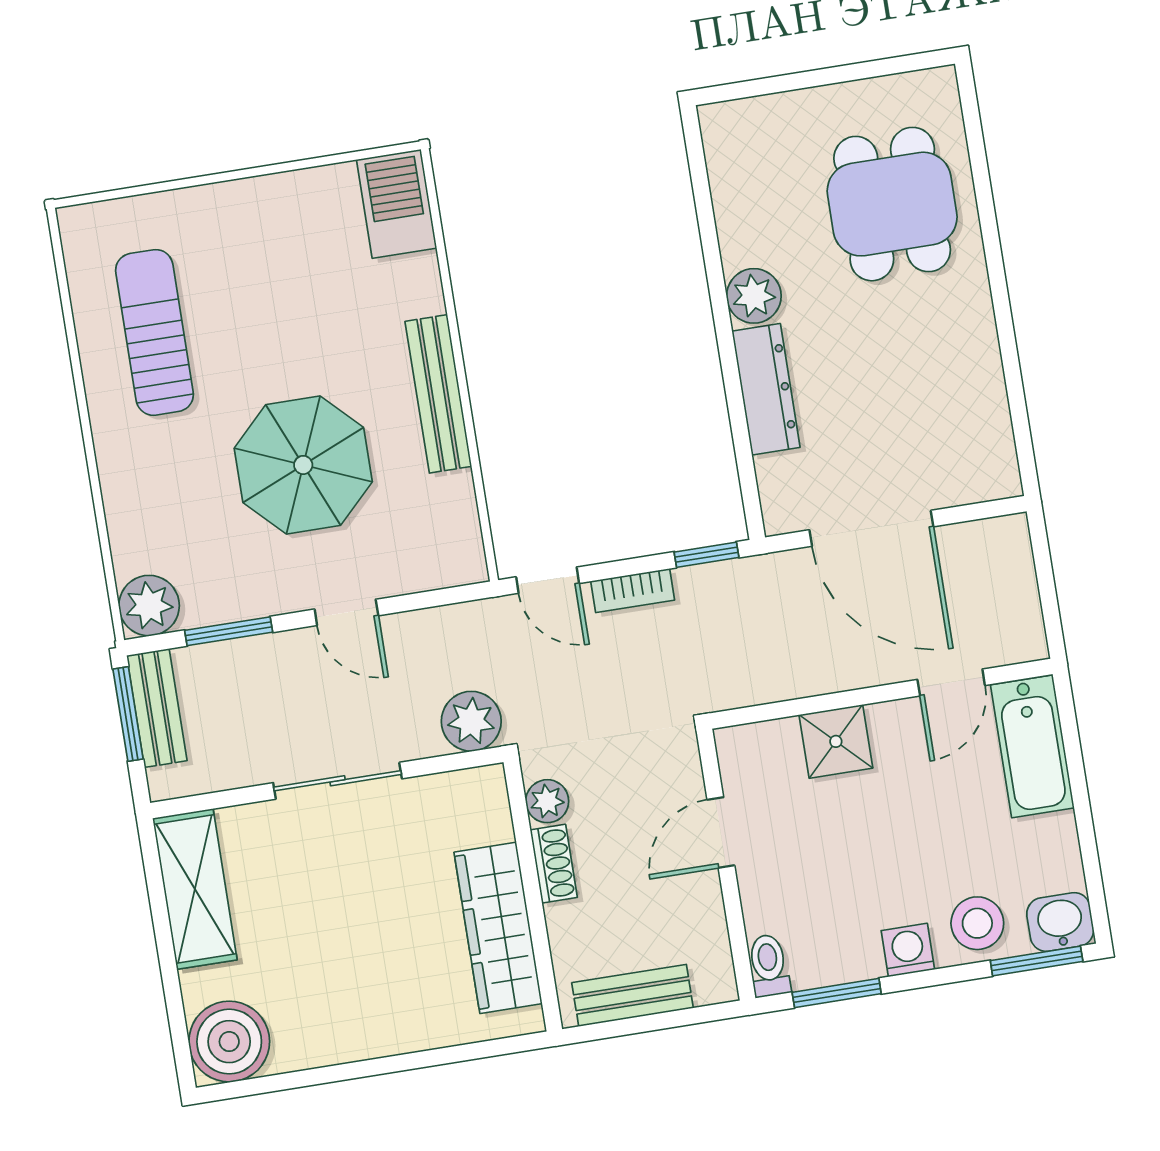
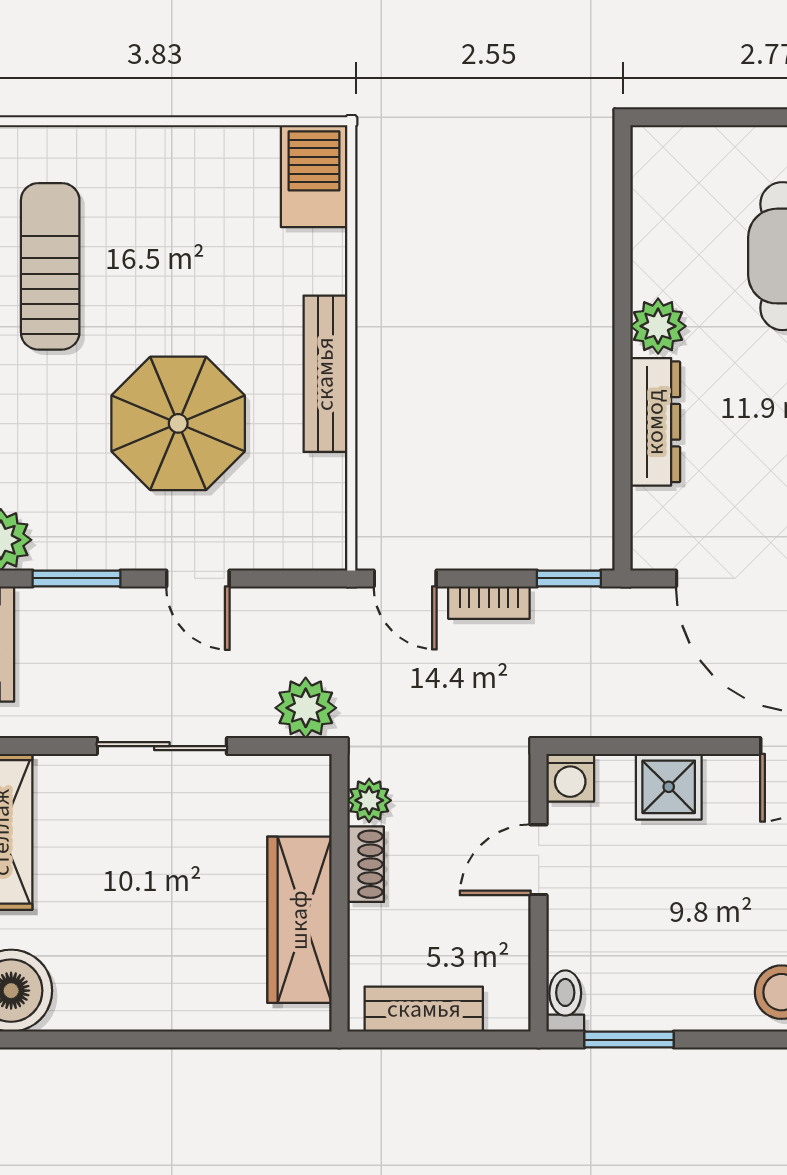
washing machine: (908, 950) -> (570, 778), moved, turned 180

